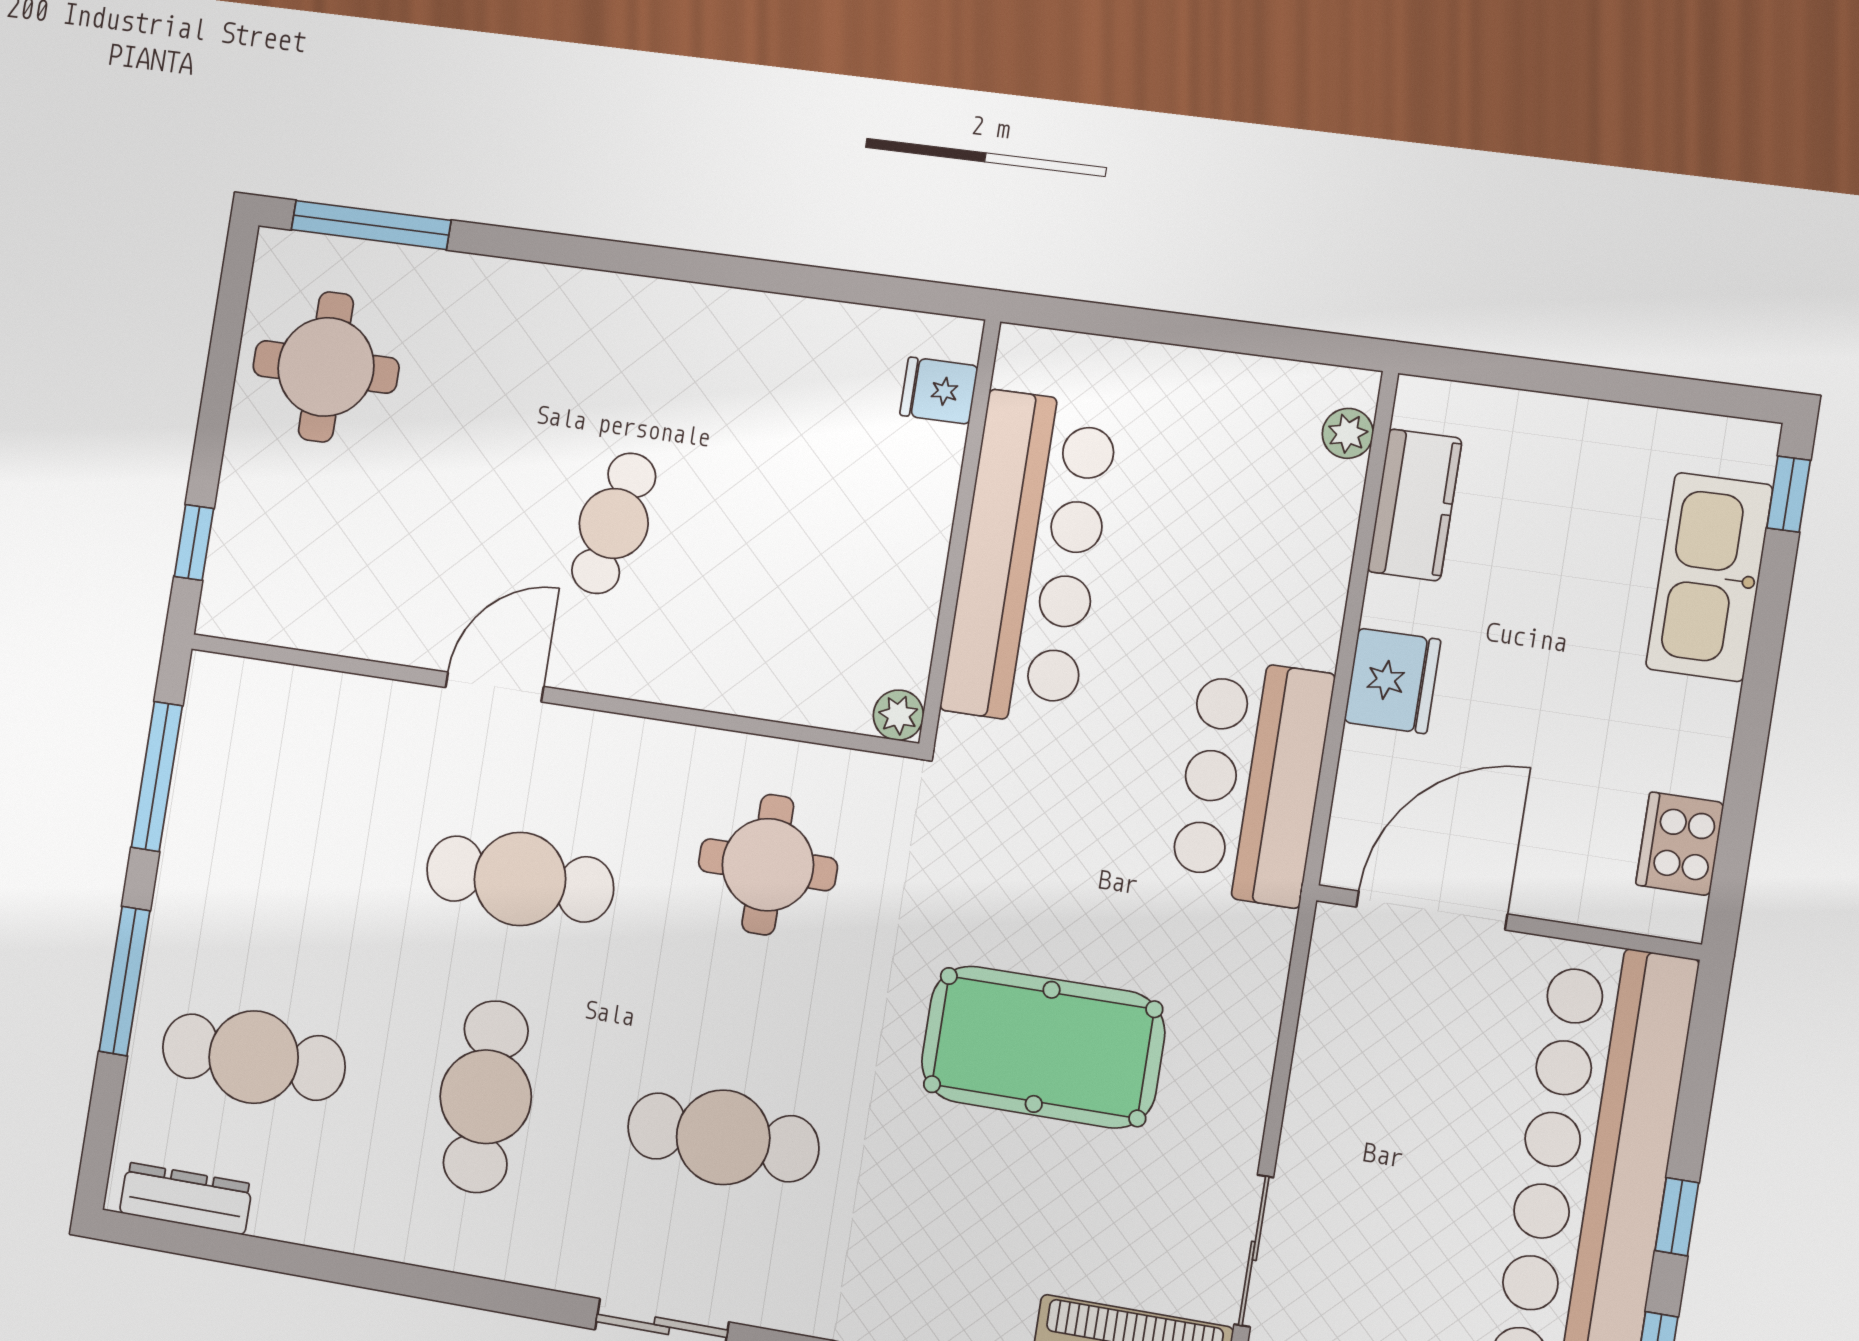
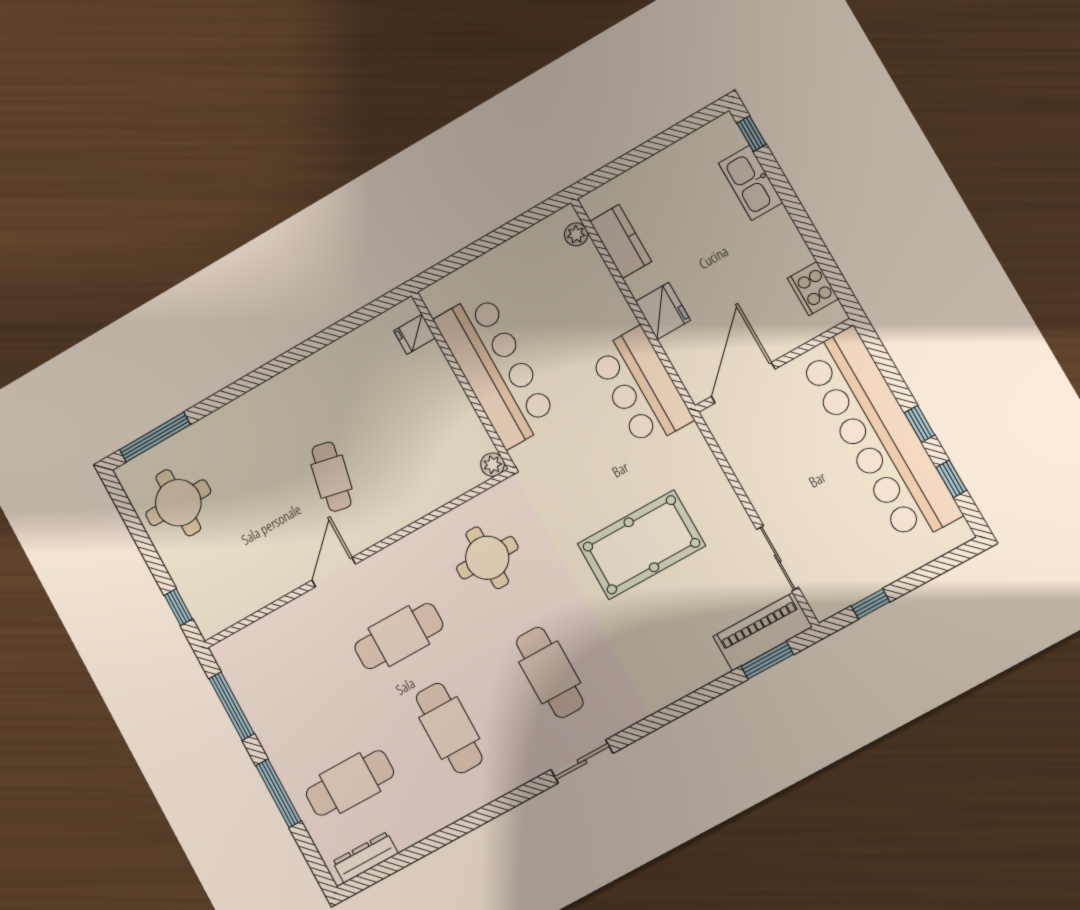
kitchen sink: (1709, 577) -> (751, 183), width x0.73, depth x0.81
cafe table: (723, 1137) -> (550, 672), turned 90

